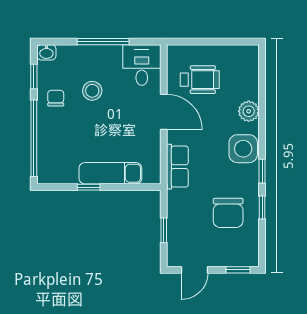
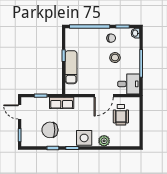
row of seats: (177, 167) -> (62, 103), moved

